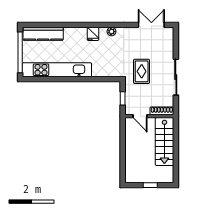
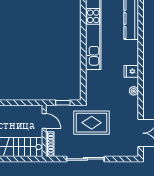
rug: (142, 71) -> (92, 123), width x1.36, depth x1.43
door: (140, 116) -> (44, 121), swing flipped

